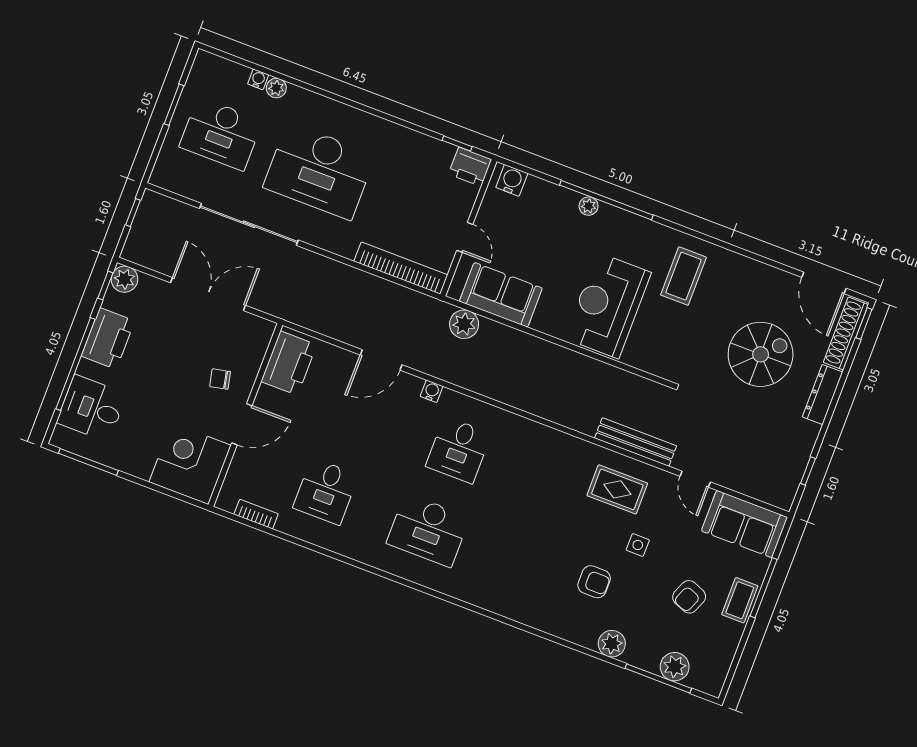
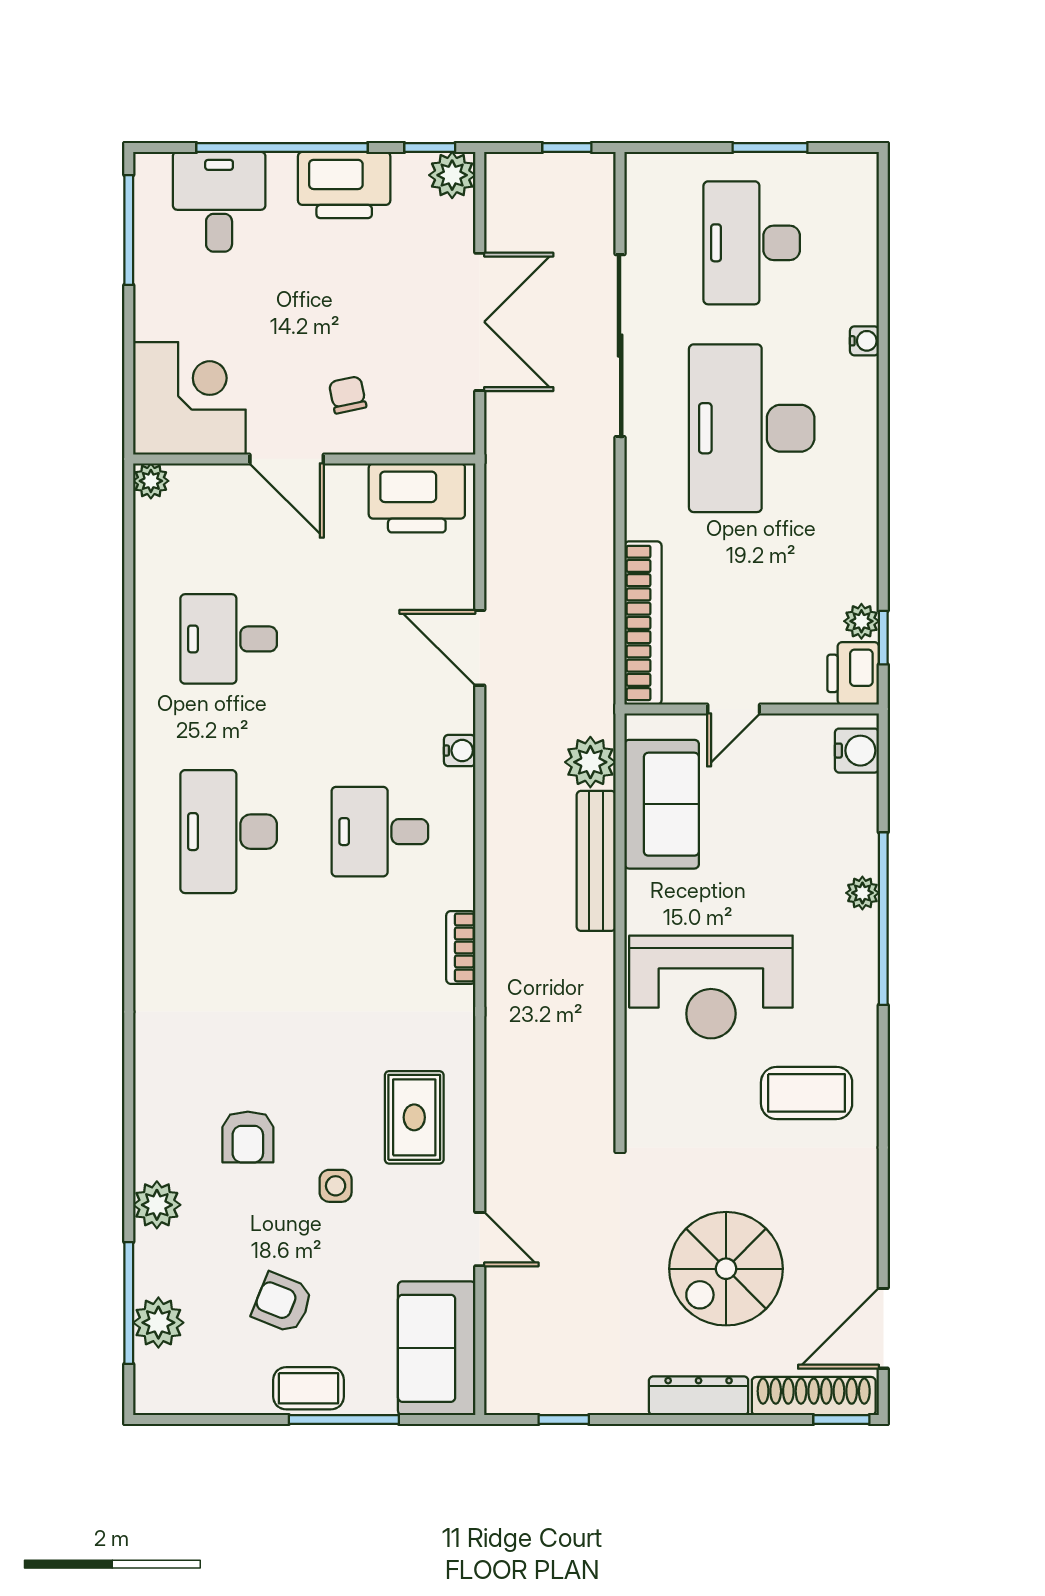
water cooler: (258, 79) -> (864, 341), moved
plant: (276, 88) -> (861, 621), moved
reception desk: (608, 305) -> (711, 987), turned 180
spiral stairs: (761, 354) -> (726, 1269), turned 90
bench: (636, 442) -> (596, 861), moved
door: (695, 479) -> (480, 1239), swing flipped
plant: (226, 501) -> (151, 481), added
bookcase: (256, 514) -> (461, 947), moved, turned 180

